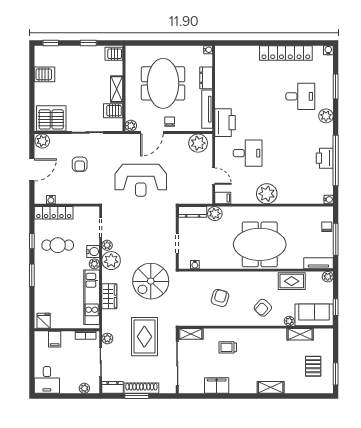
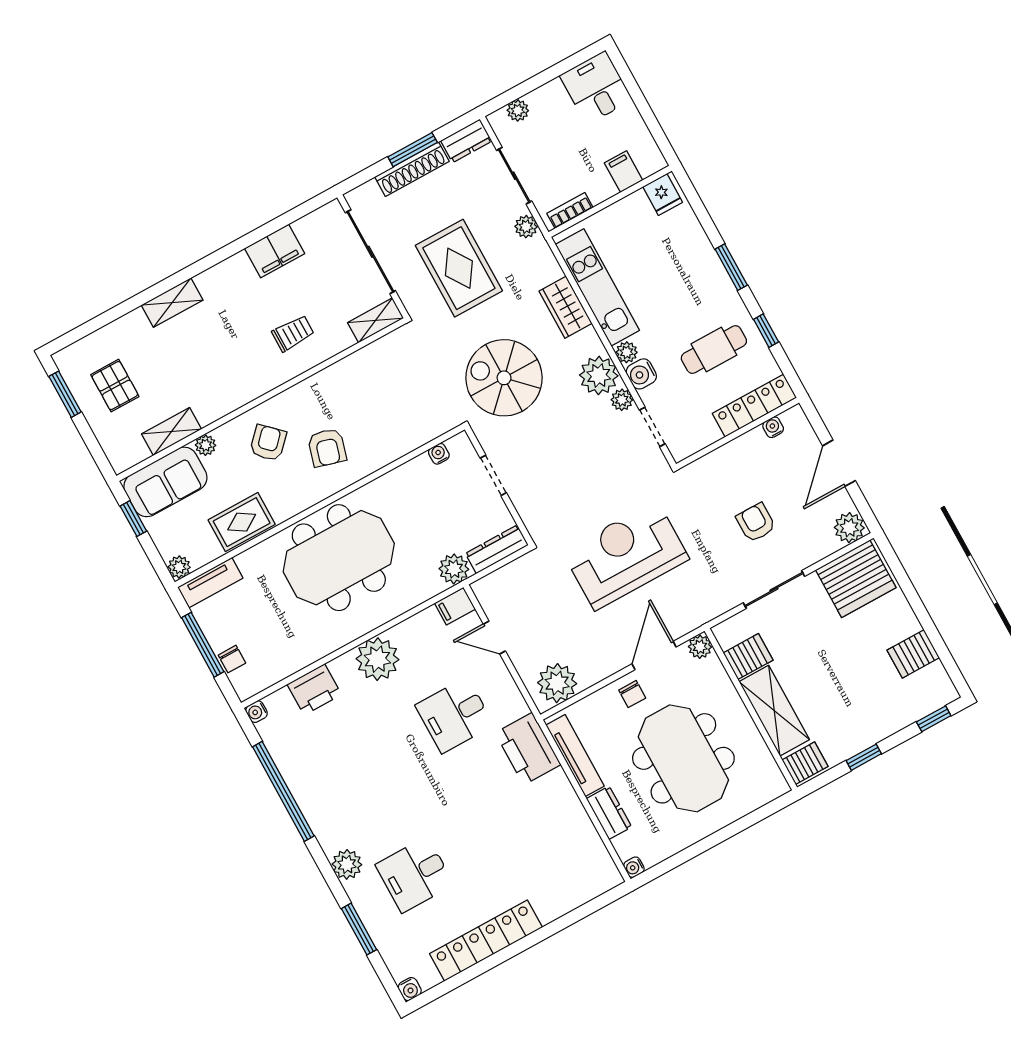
shelving: (117, 89) -> (774, 711), width x1.50, depth x1.33
printer: (325, 158) -> (314, 689), moved, turned 90
spiral stairs: (151, 281) -> (504, 378), turned -90
armchair: (220, 298) -> (327, 448), moved

